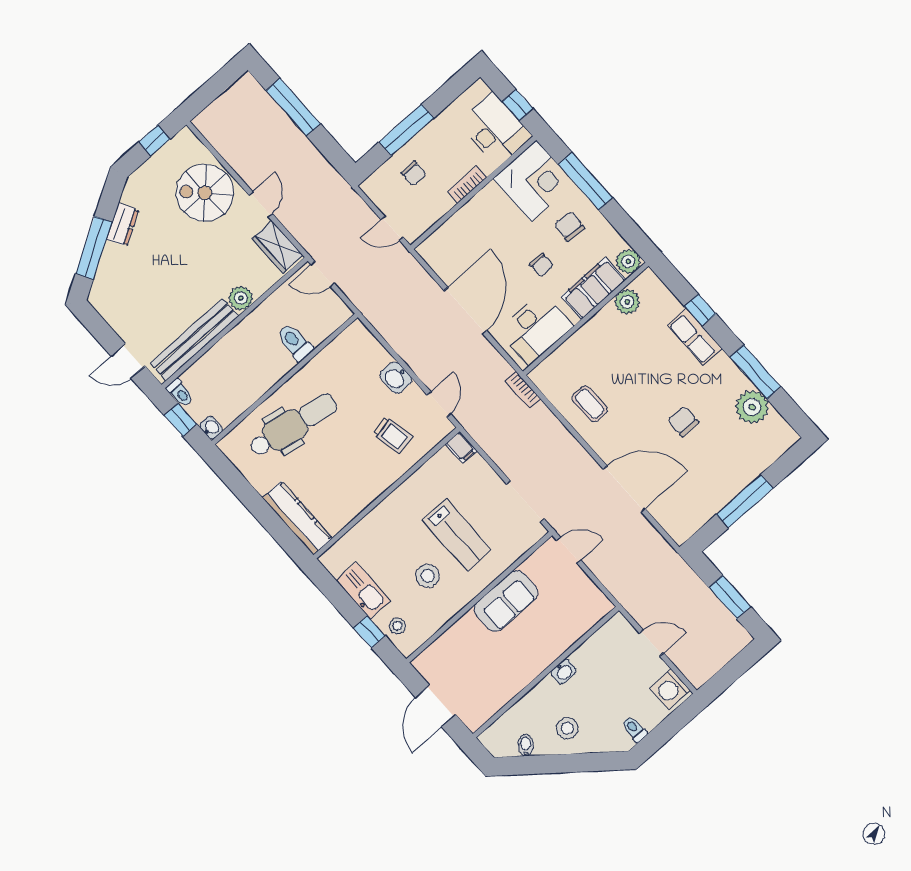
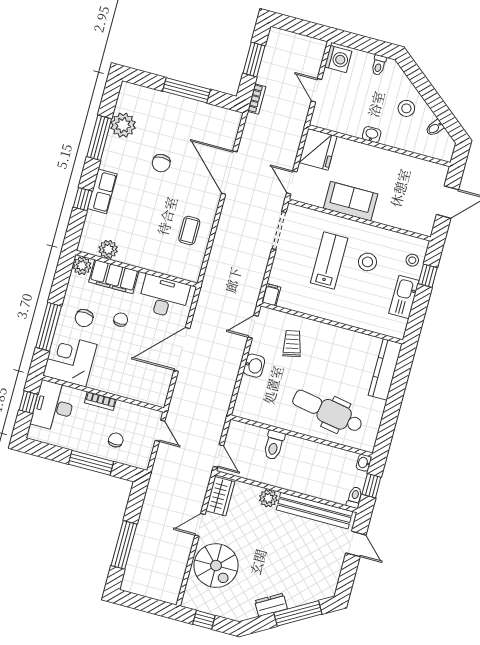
bookcase: (523, 390) -> (257, 99), moved
fridge: (586, 602) -> (318, 149), added

